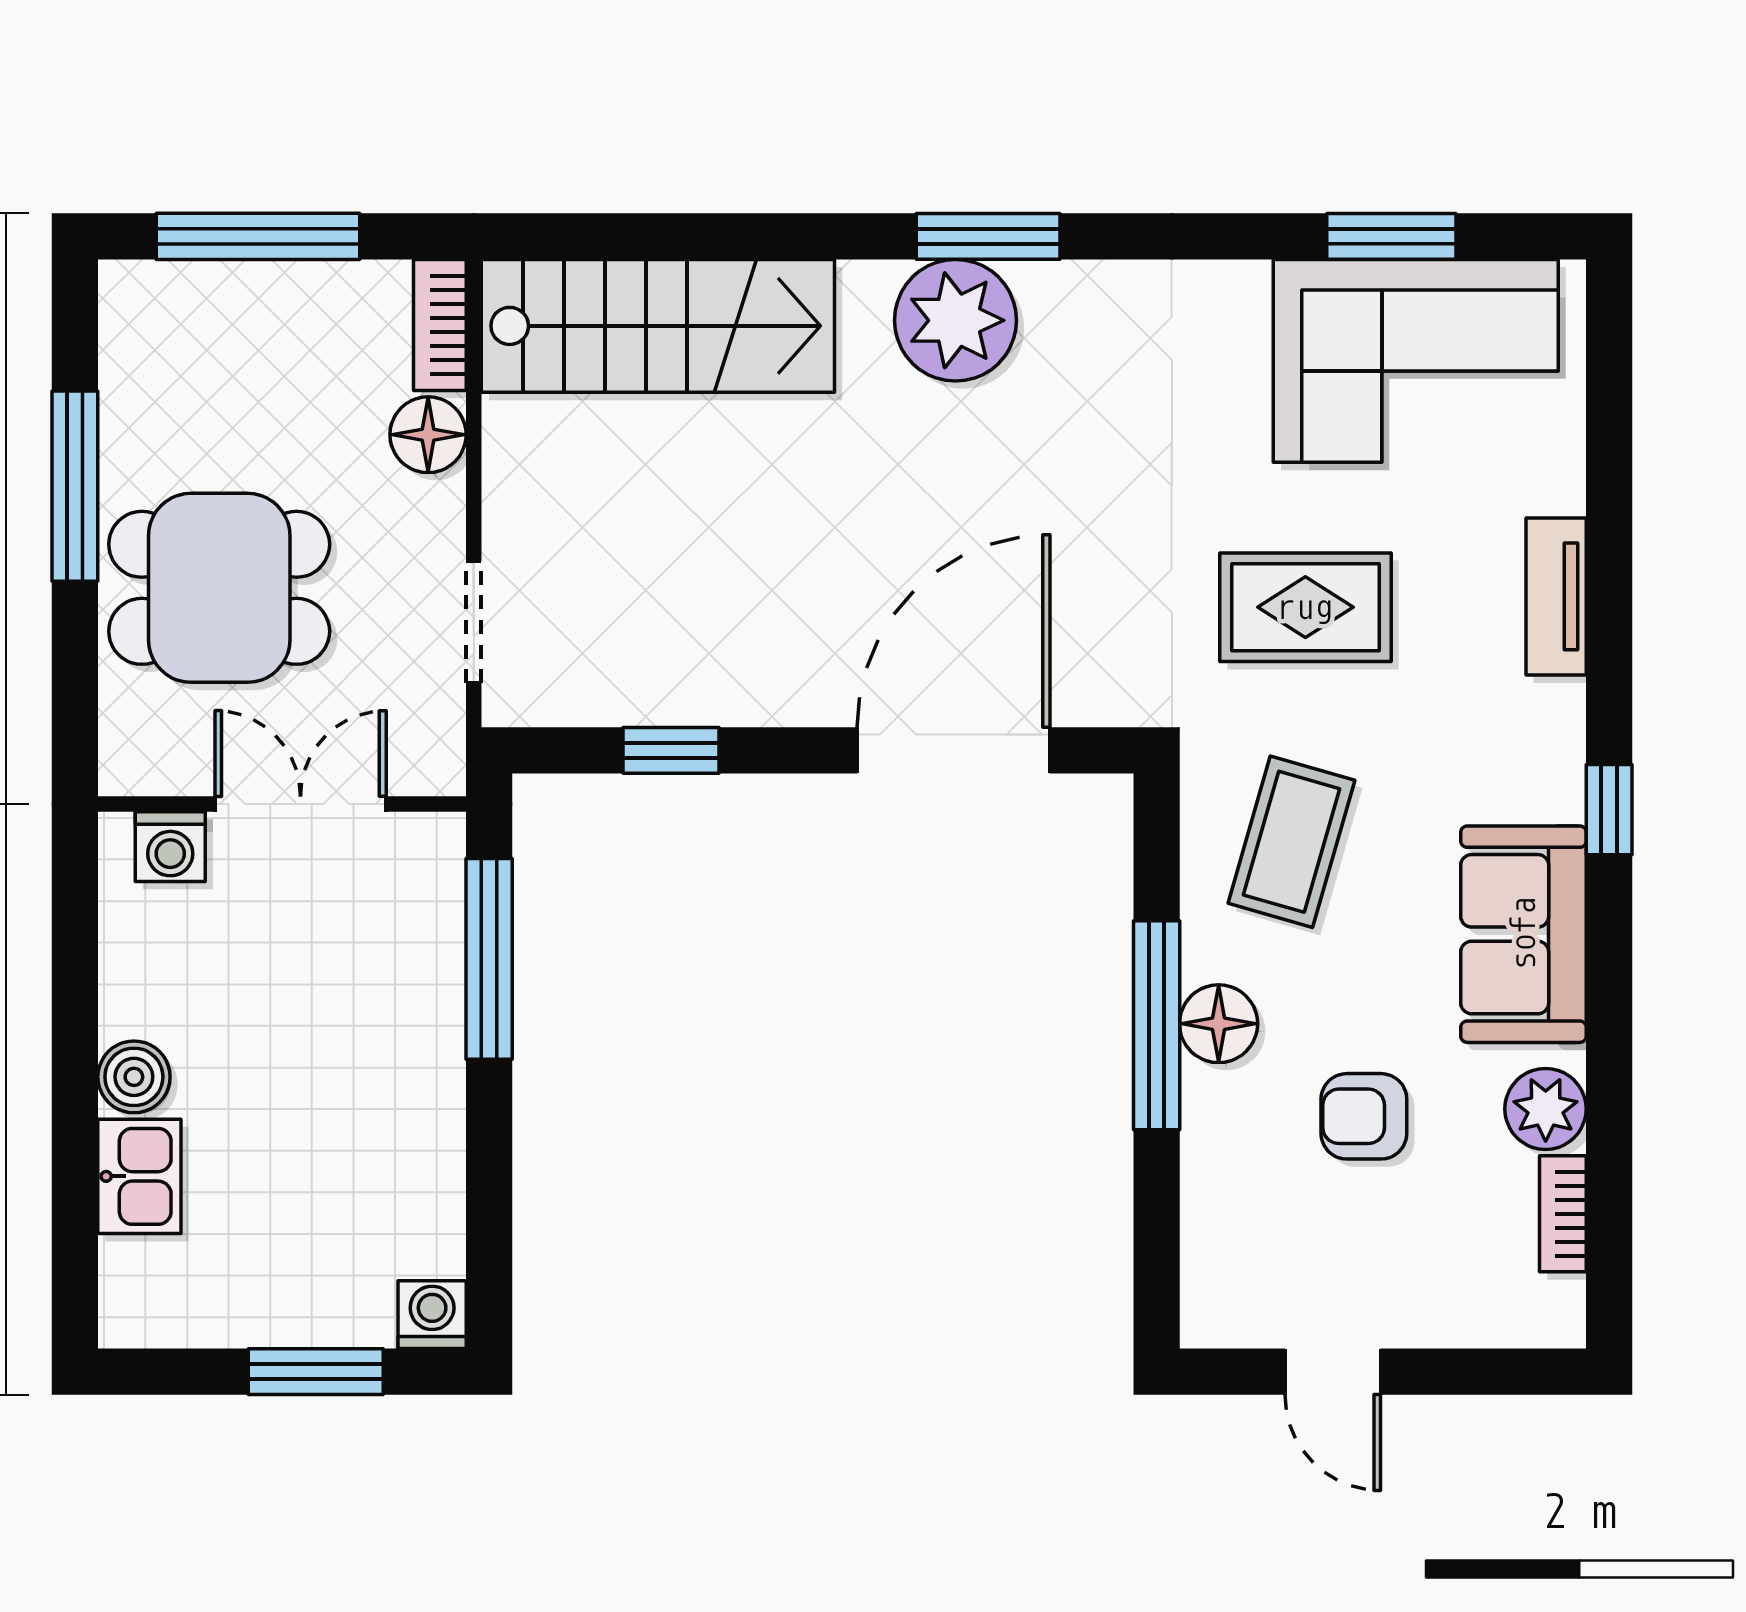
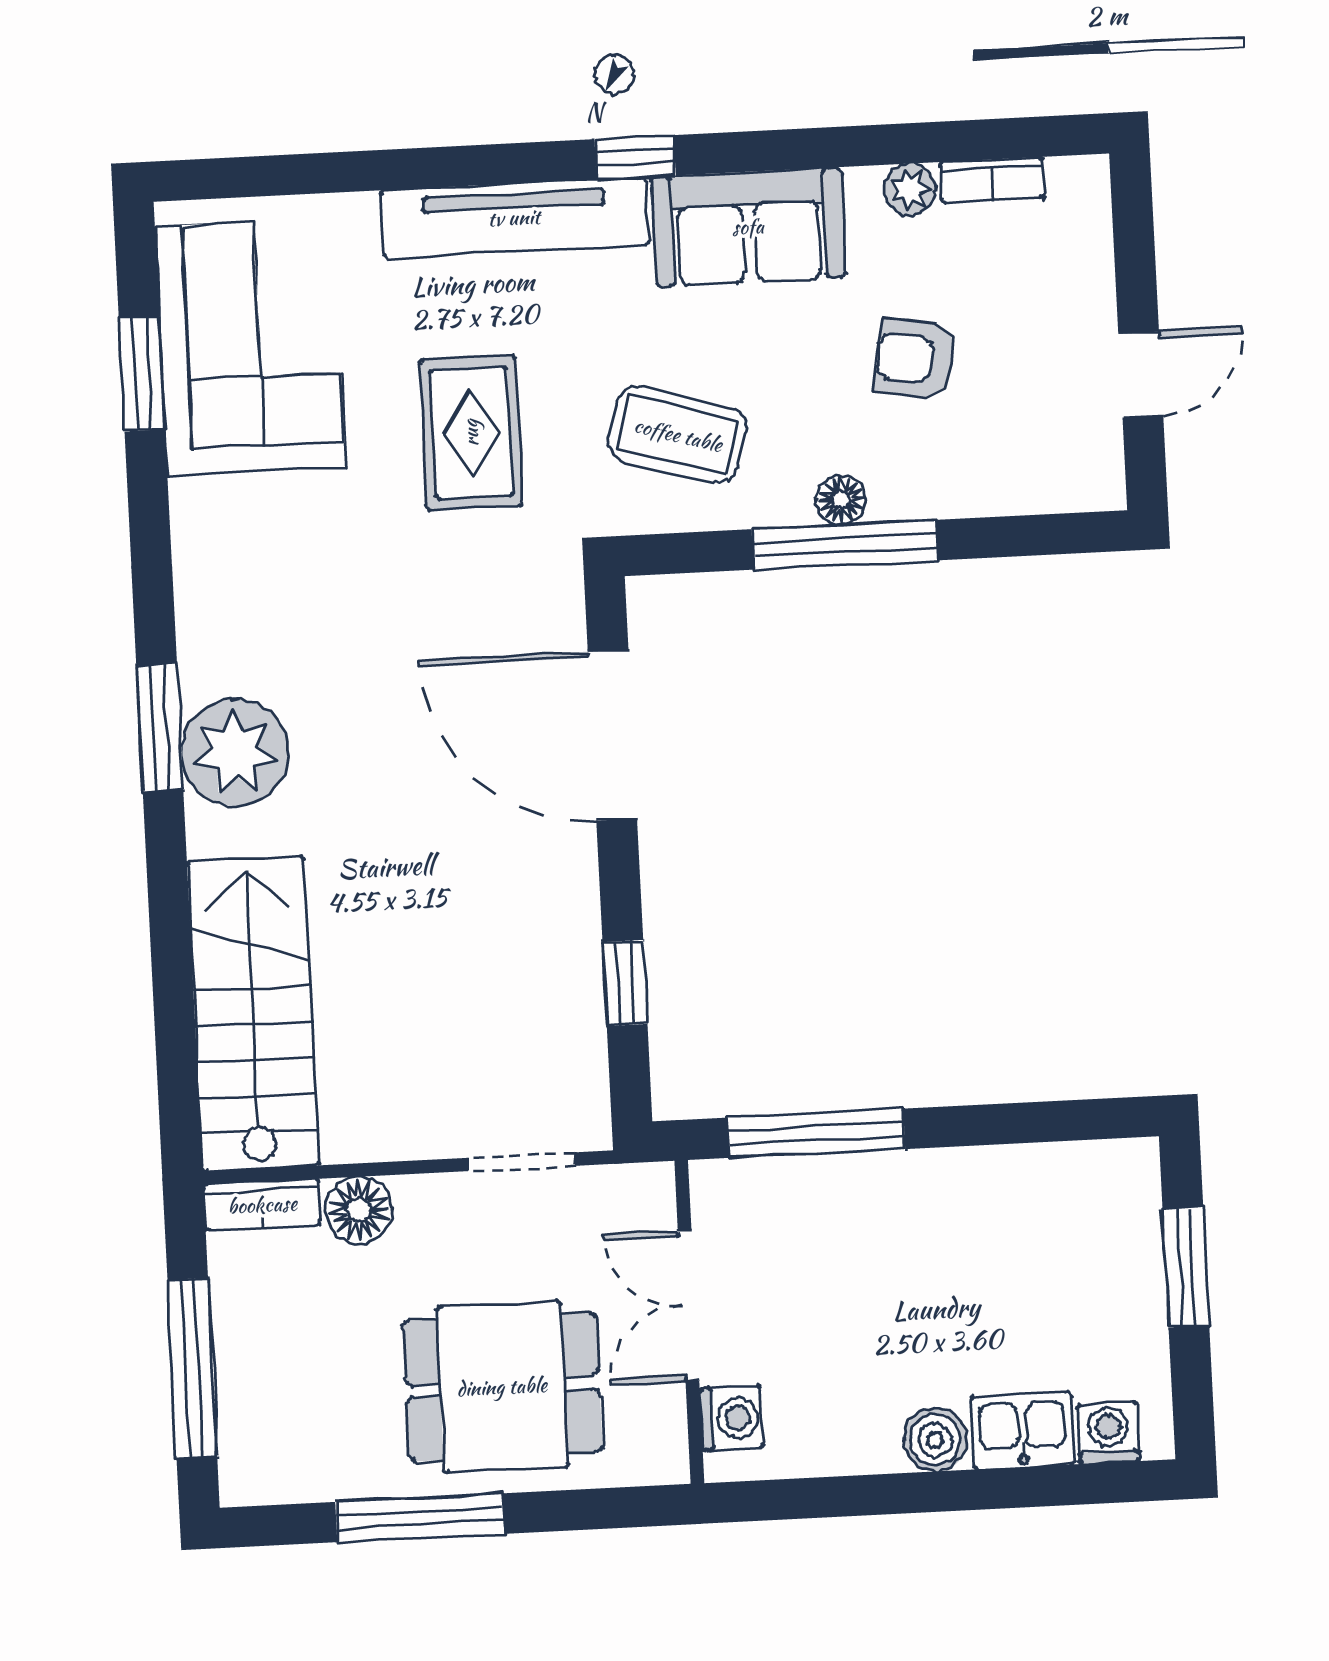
dining table: (219, 588) -> (502, 1387), turned 90
tv unit: (1556, 596) -> (514, 218), width x1.92, depth x1.29
floor lamp: (1219, 1024) -> (841, 500), width x0.73, depth x0.73
plant: (1546, 1109) -> (910, 190), width x0.73, depth x0.73
armchair: (1364, 1116) -> (915, 359), turned 100
washing machine: (432, 1315) -> (1108, 1433), moved, turned 90

